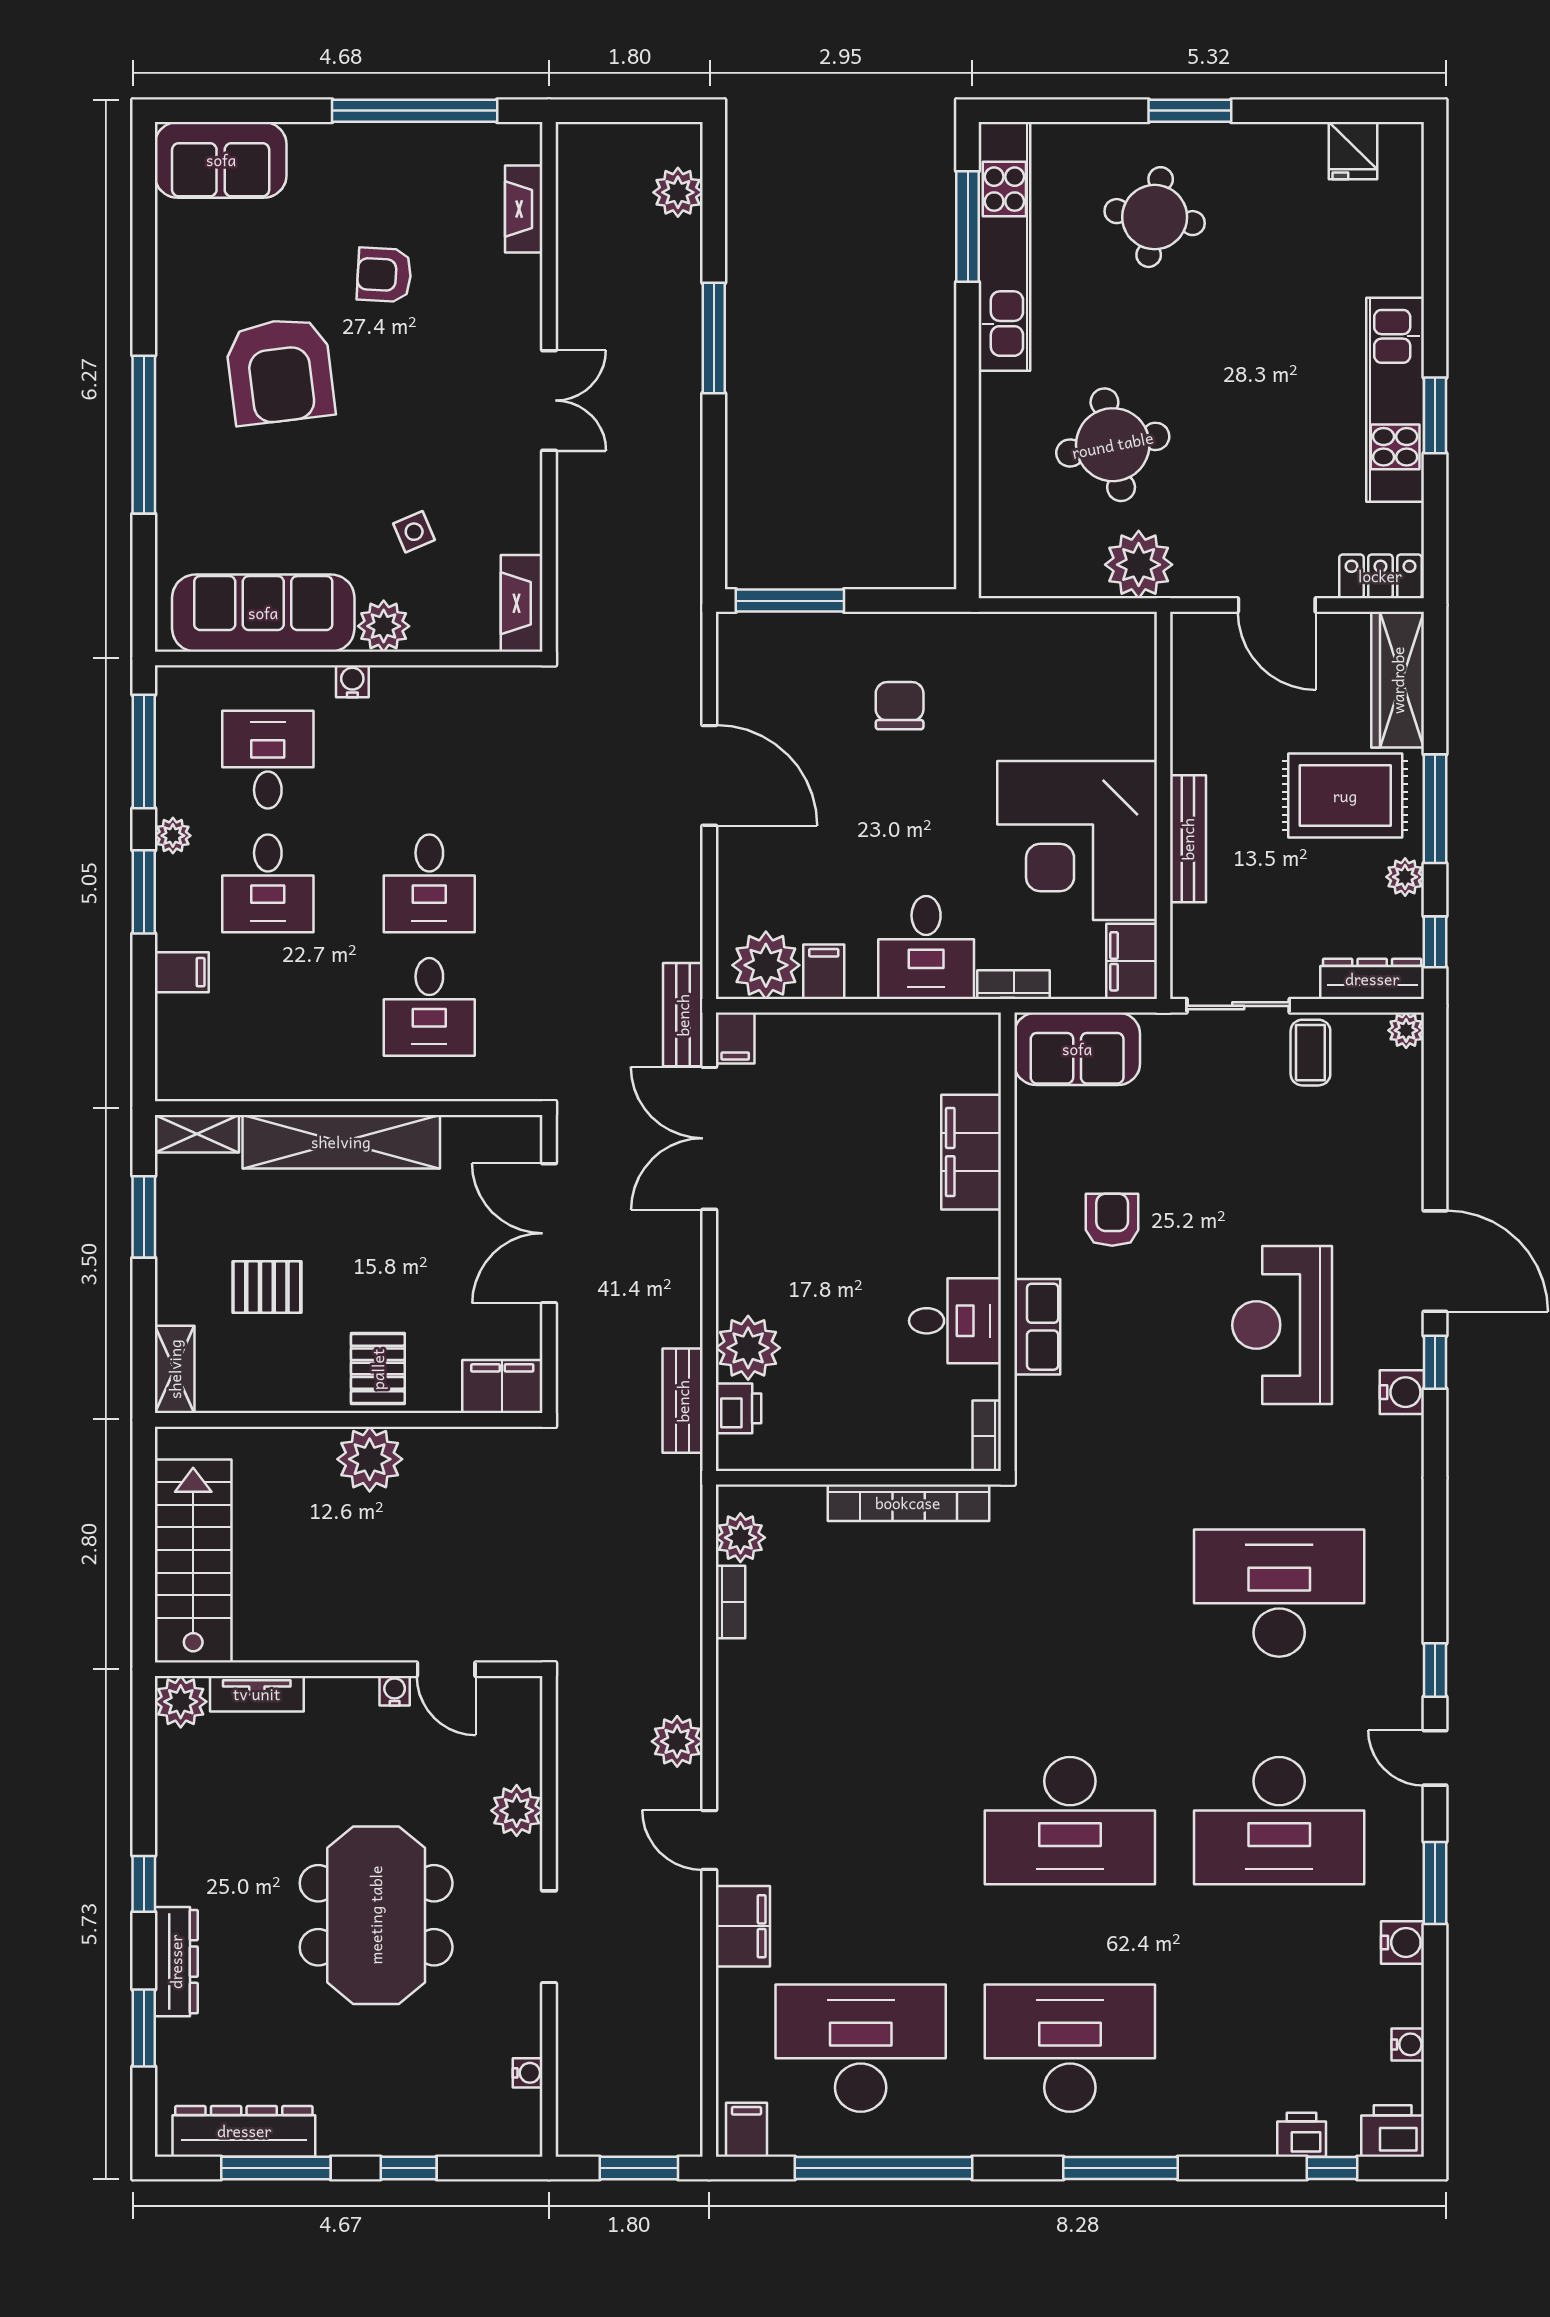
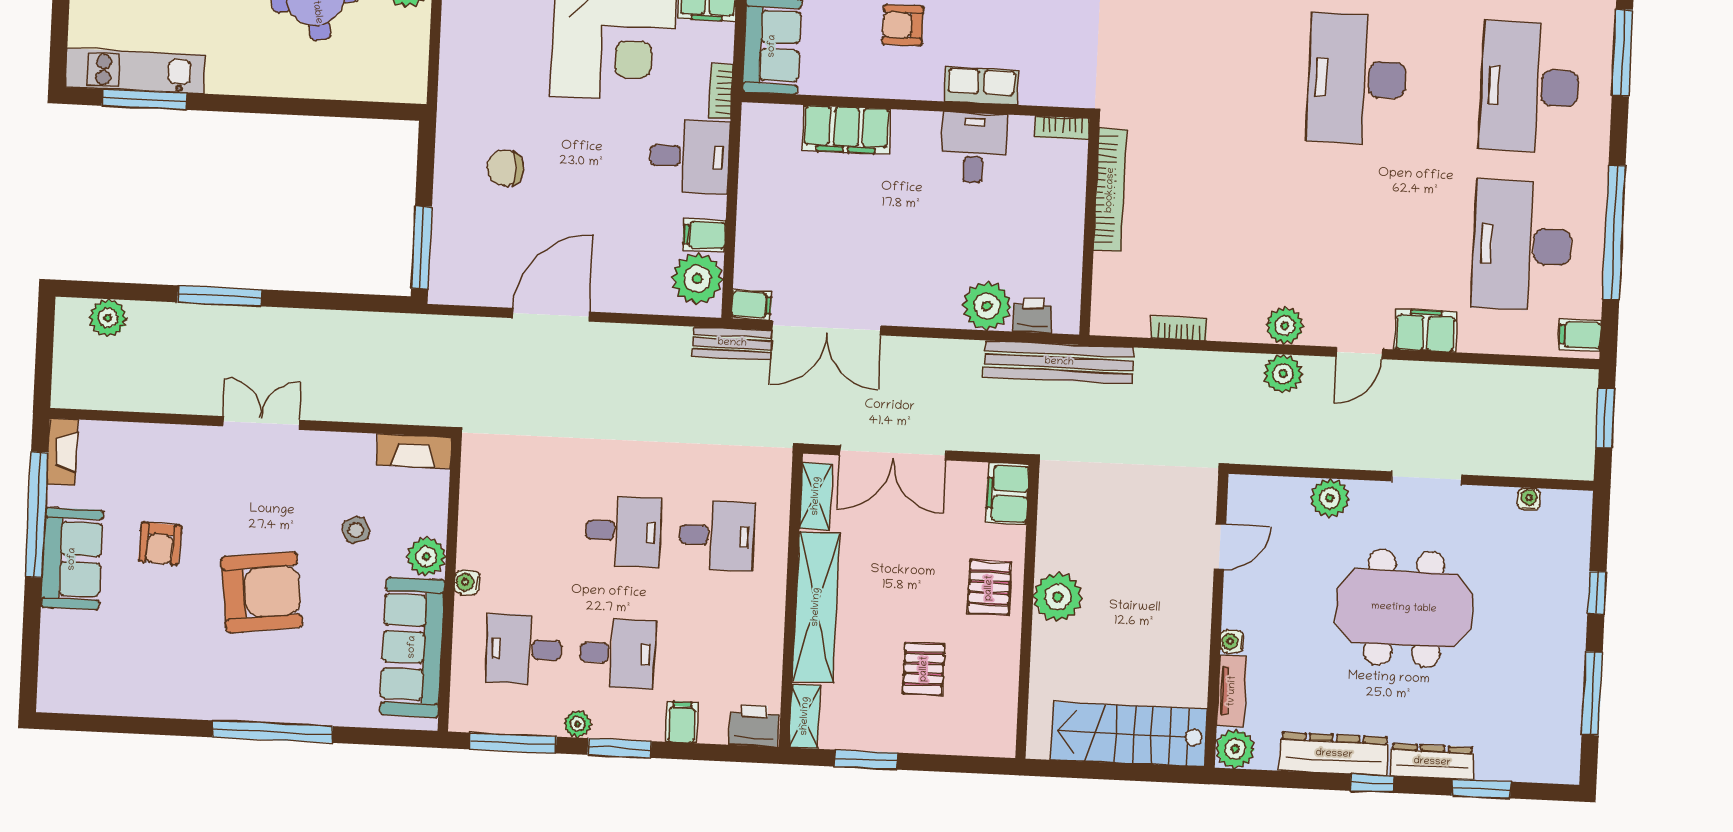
sofa: (221, 160) -> (72, 559), moved
fireplace: (524, 209) -> (62, 452), moved, turned -90
kitchen unit: (1004, 246) -> (135, 71), width x0.73
armchair: (280, 371) -> (262, 592), moved
printer: (182, 1068) -> (754, 726), added
shelving: (175, 1369) -> (816, 496), moved, turned 90
pallet: (378, 1369) -> (989, 588), turned 90
bench: (683, 1401) -> (1059, 362), width x1.86, depth x1.21
plant: (740, 1538) -> (1285, 326), moved
water cooler: (395, 1691) -> (1232, 641), moved
desk: (1070, 1821) -> (1357, 79), turned 180
dresser: (244, 2131) -> (1334, 754), moved, turned 90

